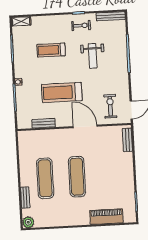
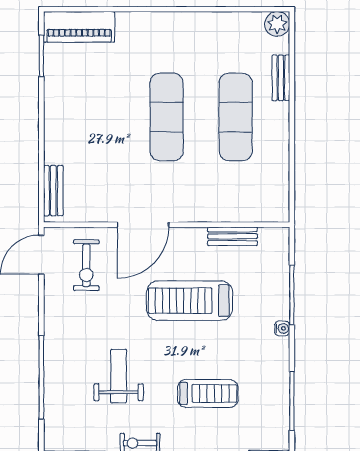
treadmill: (62, 92) -> (190, 301), turned 180
door: (85, 126) -> (143, 225), hinge flipped
piano: (106, 217) -> (79, 27), moved

